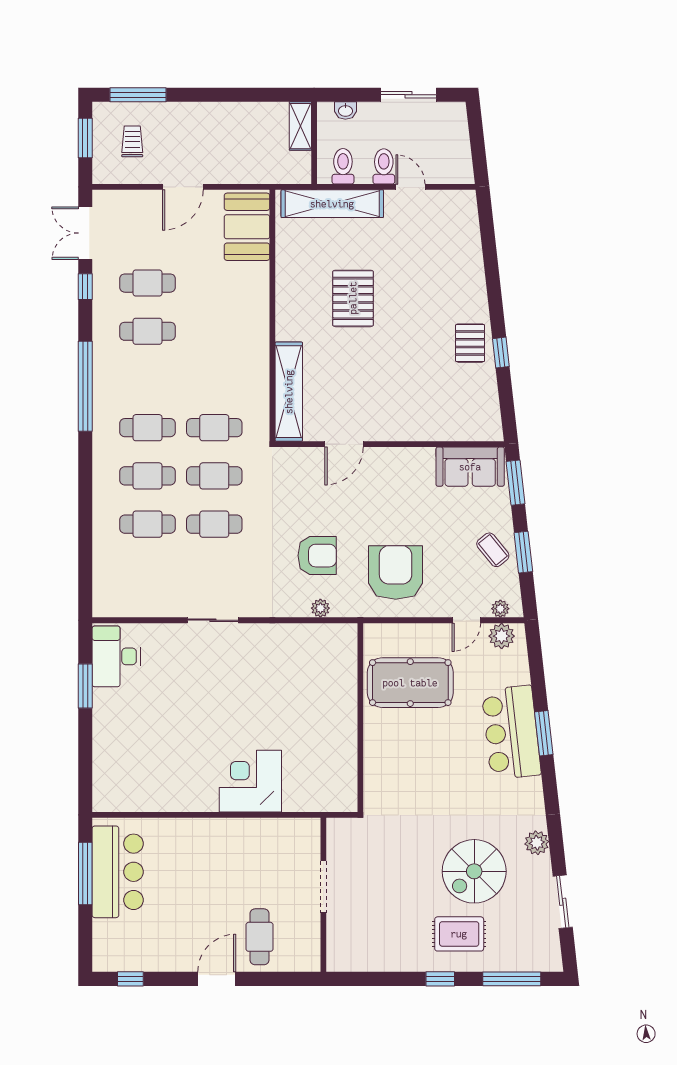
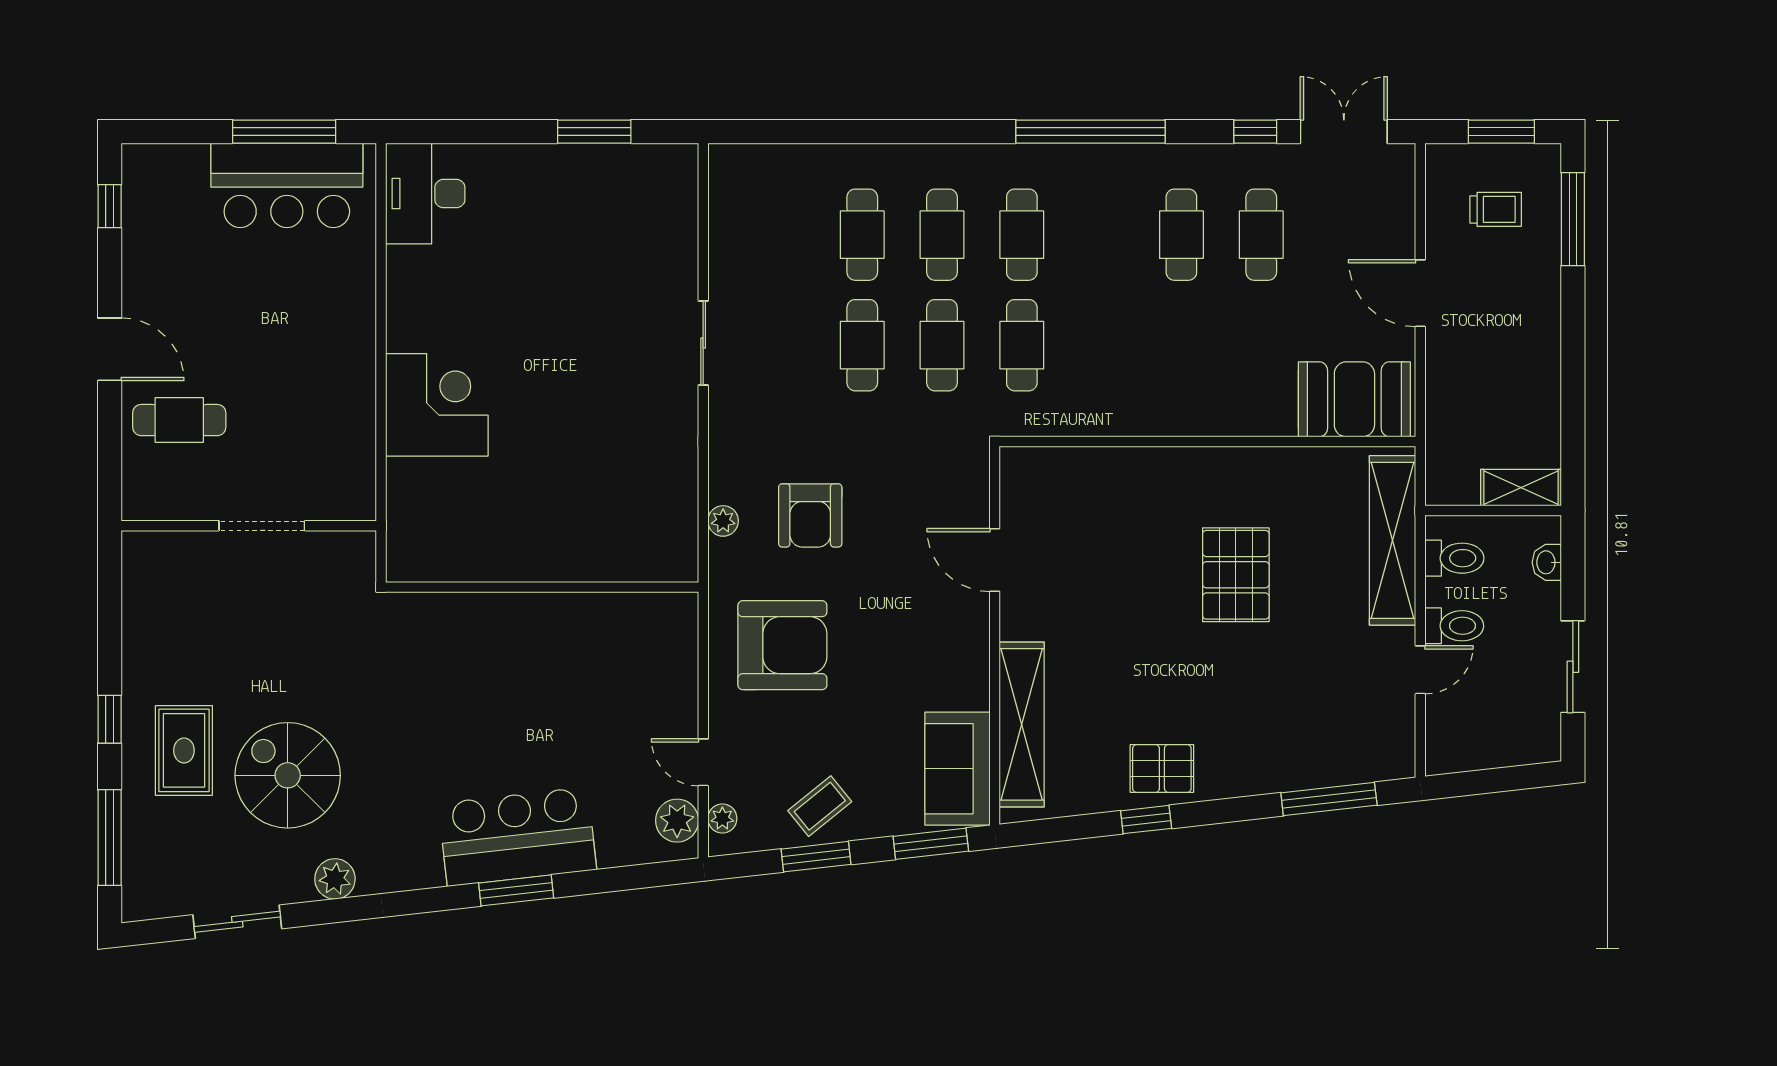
window: (488, 242) -> (1329, 799), added
pallet: (353, 298) -> (1236, 575), turned 90
shelving: (289, 392) -> (1022, 724), moved, turned 90
desk: (116, 656) -> (425, 194), moved, turned -90
pool table: (410, 683) -> (600, 670), removed

